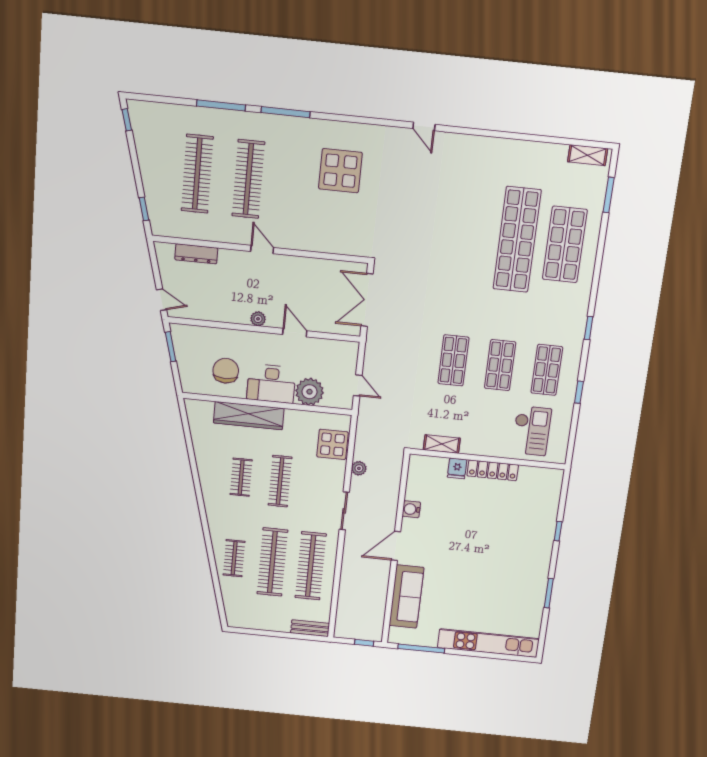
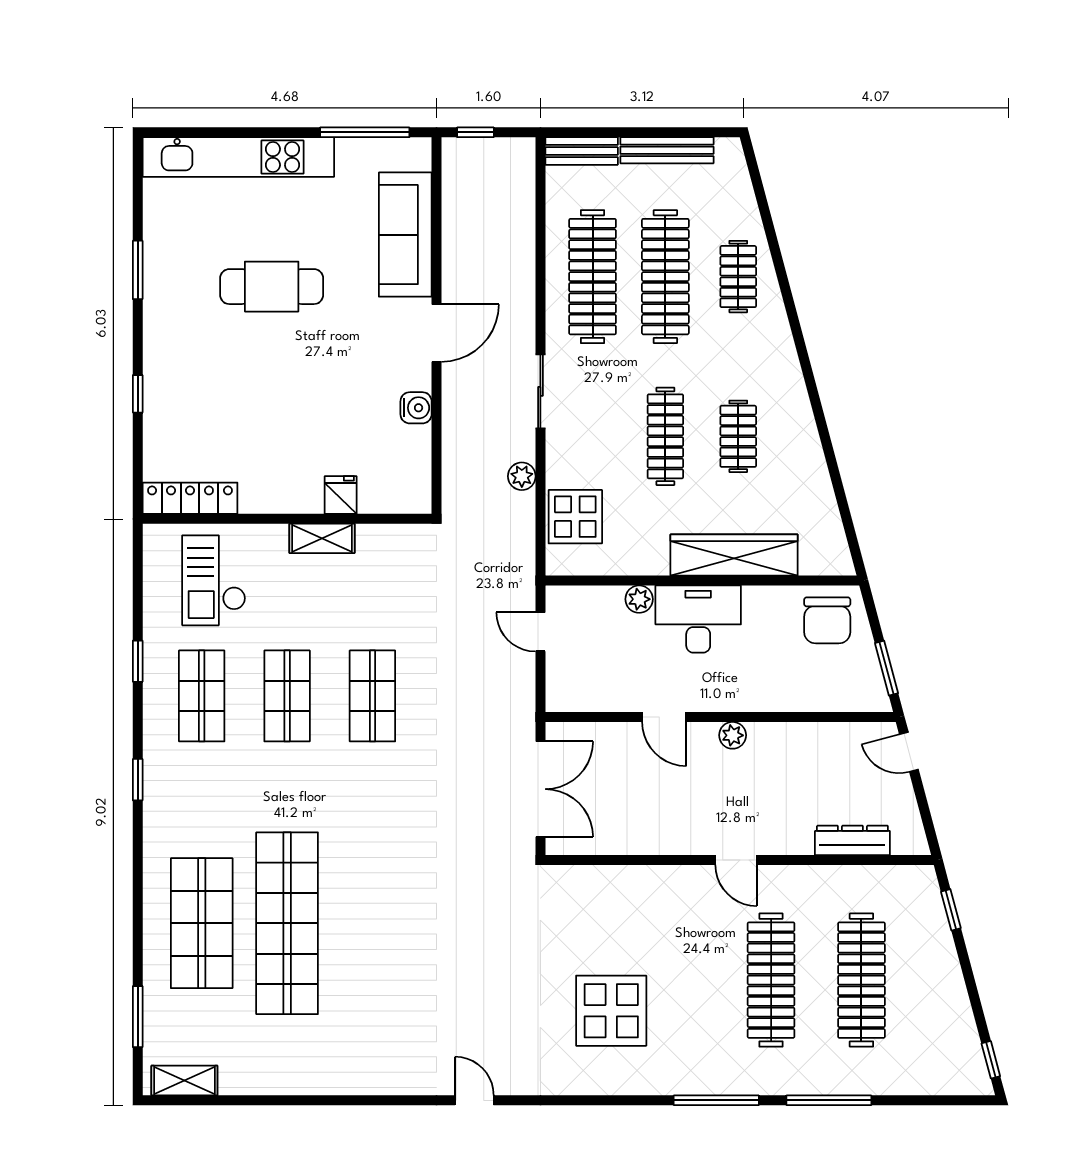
chair: (226, 371) -> (827, 620), moved
plant: (310, 392) -> (639, 599), width x0.53, depth x0.53
shelving: (442, 444) -> (322, 538), moved
locker: (493, 470) -> (190, 498), moved
cafe table: (480, 578) -> (272, 287), added
bench: (266, 624) -> (667, 150), added

